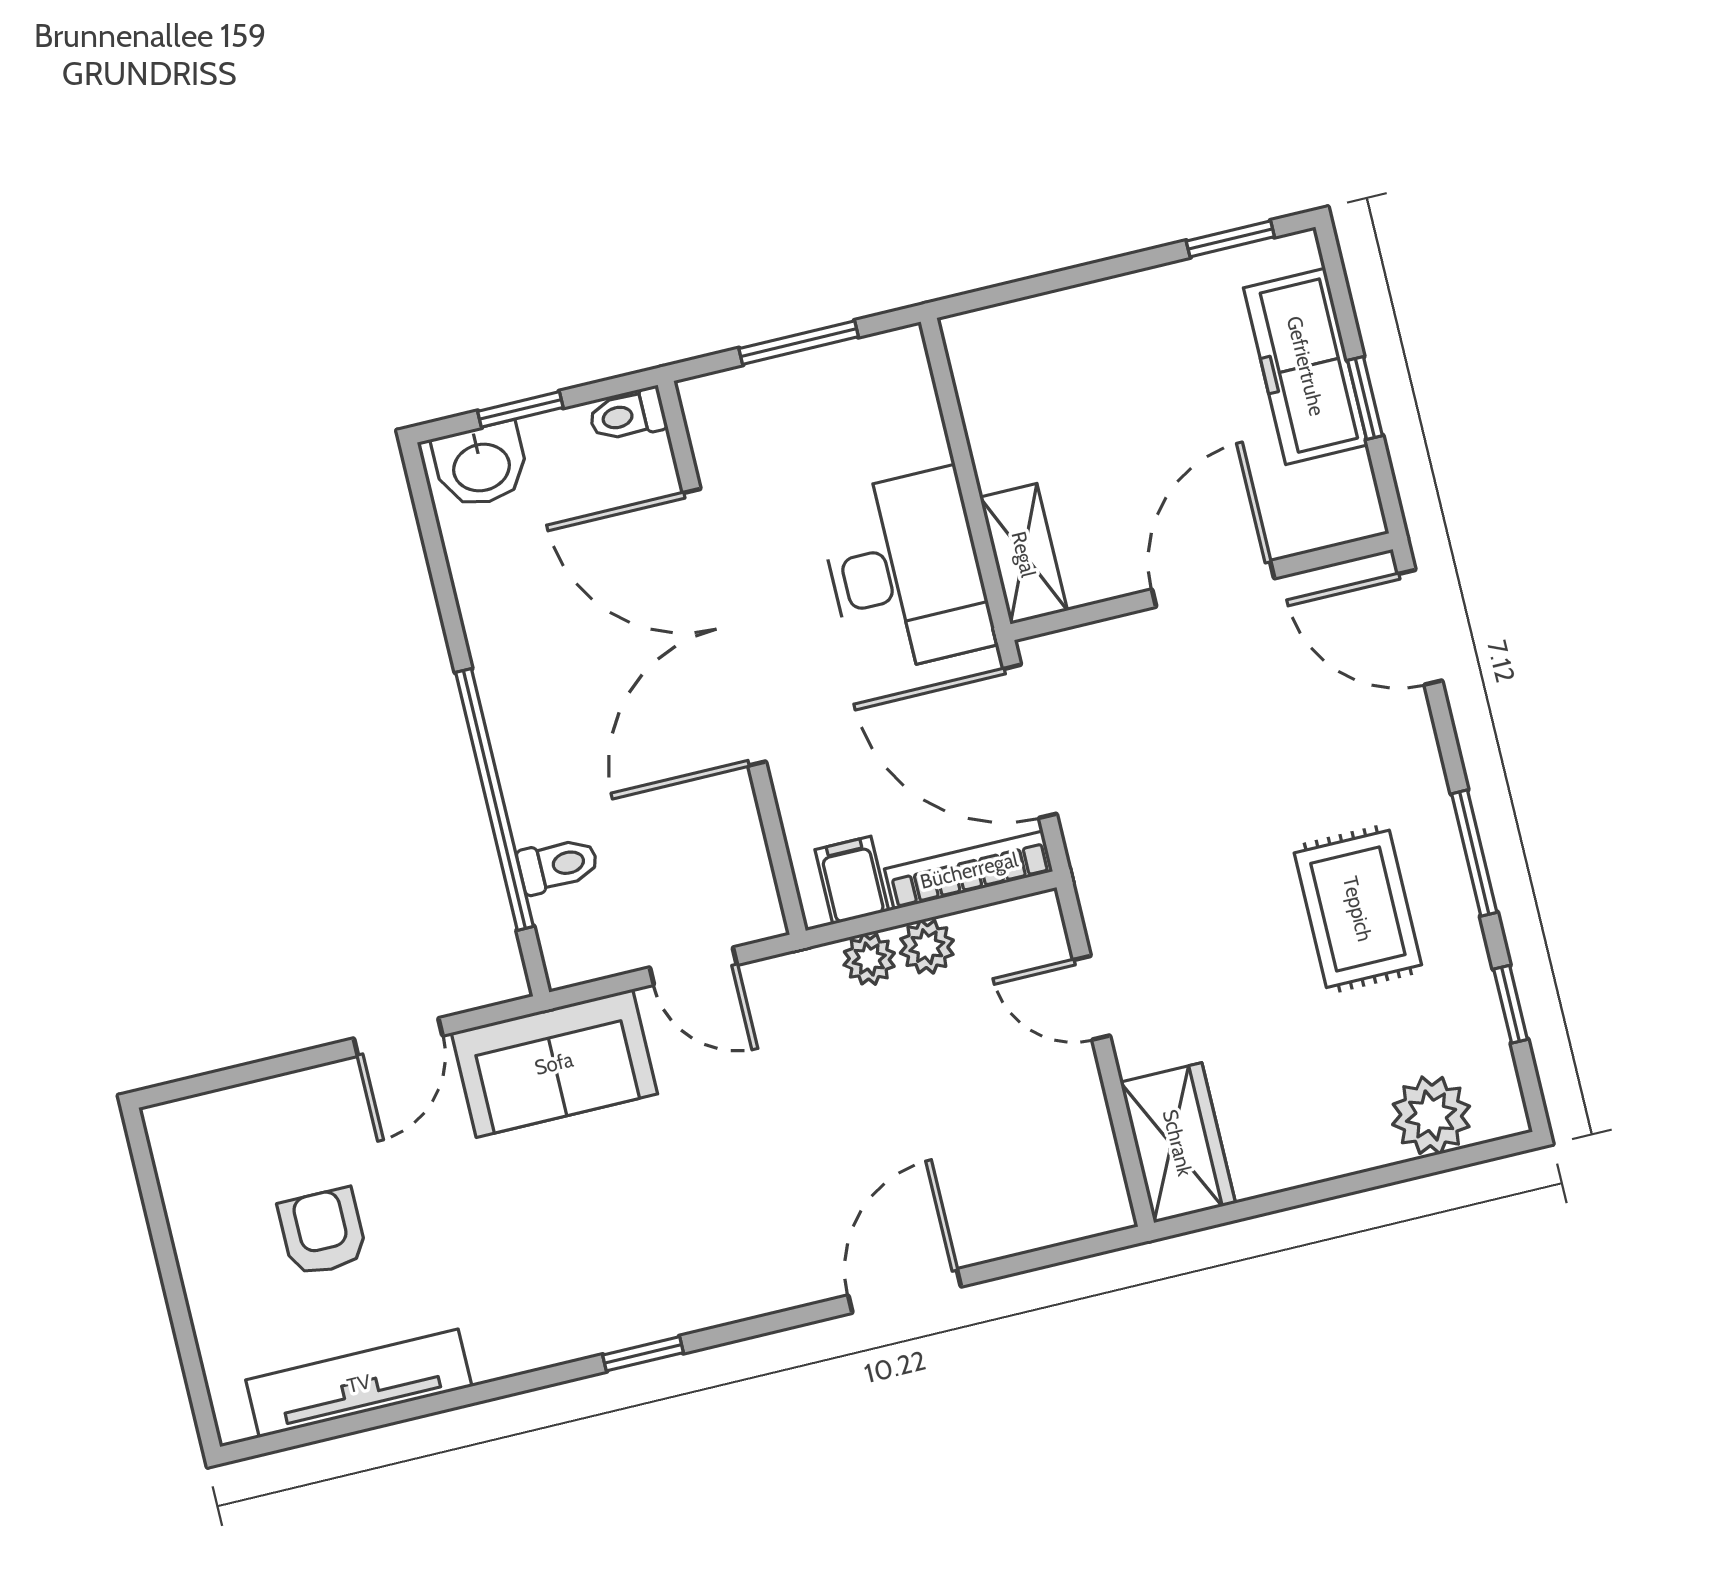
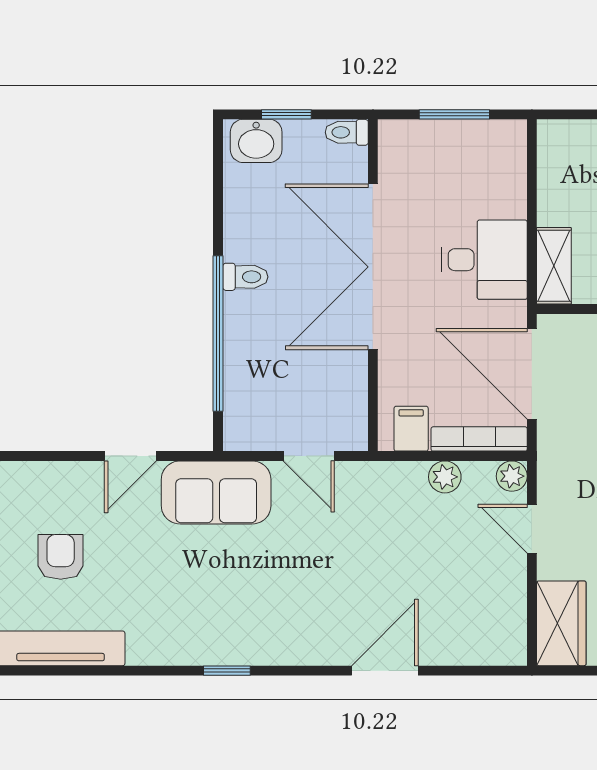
desk: (906, 571) -> (484, 260), width x0.73
toilet: (558, 865) -> (245, 277), moved
plant: (869, 959) -> (512, 476), moved

